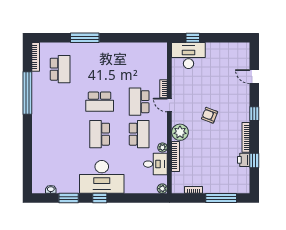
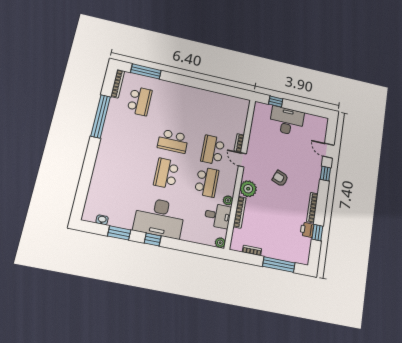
window: (85, 38) -> (146, 71), moved
desk: (188, 55) -> (287, 121), moved
window: (254, 114) -> (325, 174), moved

